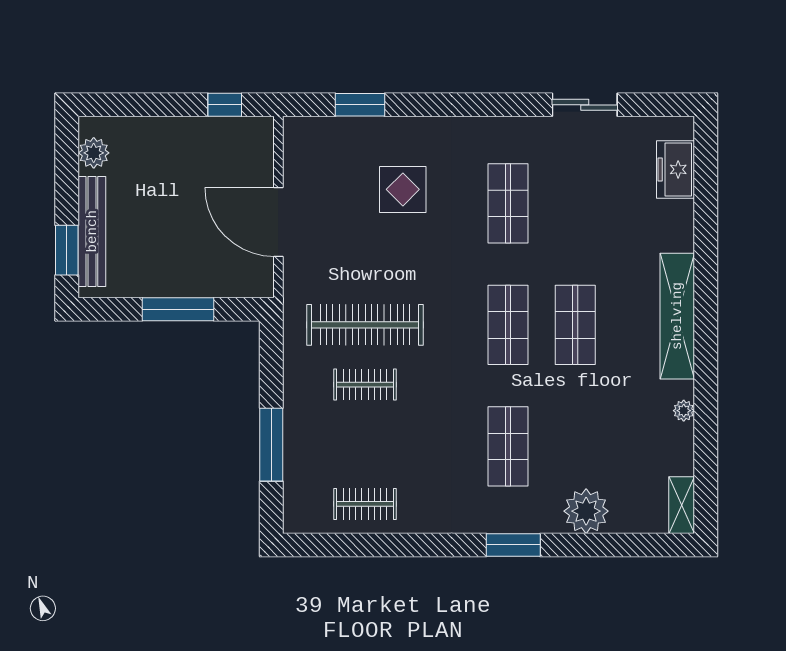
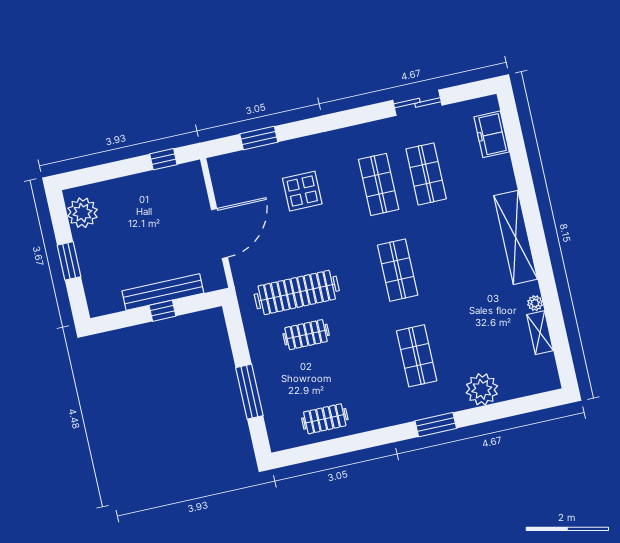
plant: (94, 153) -> (82, 213), width x1.36, depth x1.36
door: (278, 222) -> (220, 234), swing flipped
bench: (92, 231) -> (163, 292), moved, turned 90
window: (67, 250) -> (69, 261), moved
window: (178, 309) -> (162, 311), width x0.46
shop shelf: (575, 325) -> (426, 174), moved
shelving: (682, 505) -> (540, 333), moved

